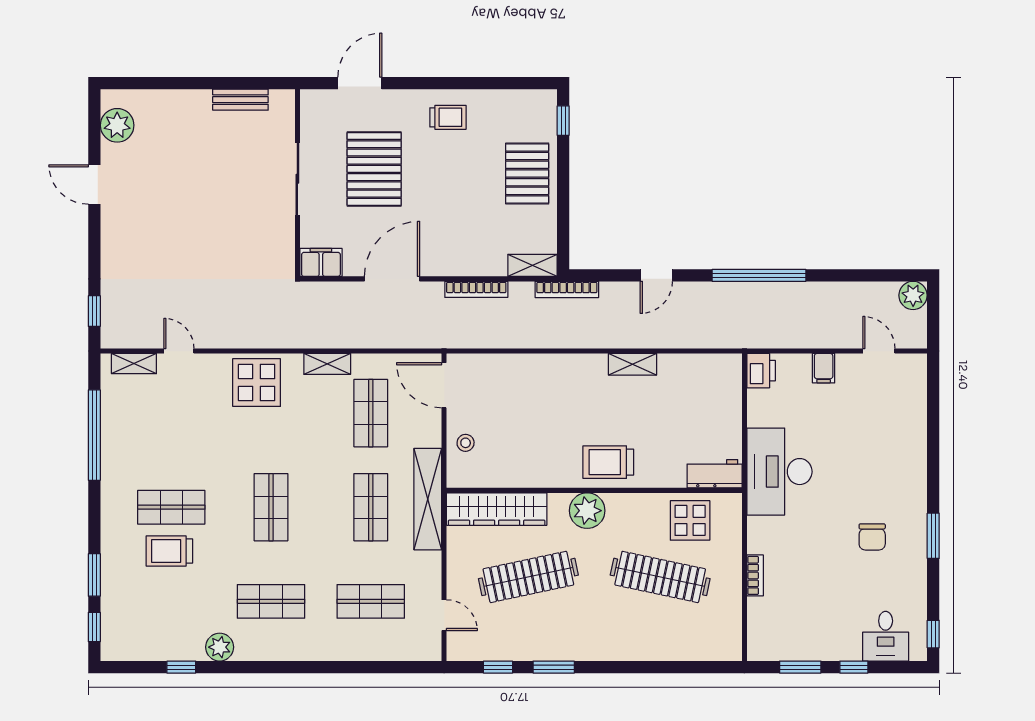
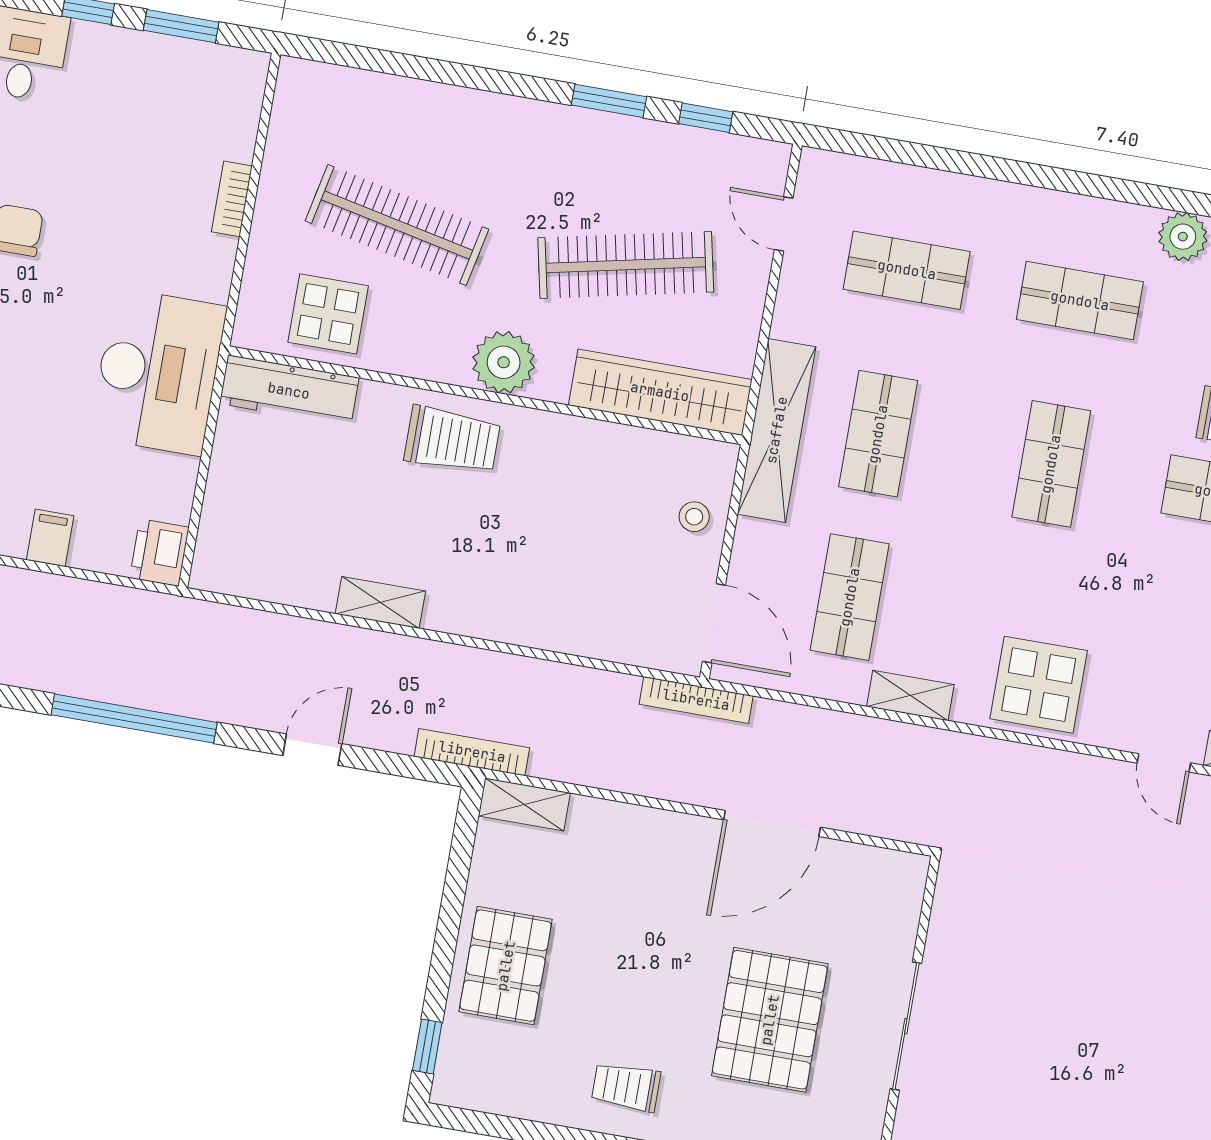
filing cabinet: (321, 262) -> (890, 874), removed
bookcase: (476, 289) -> (696, 700), moved, turned 180
workbench: (715, 474) -> (289, 391), width x1.38

